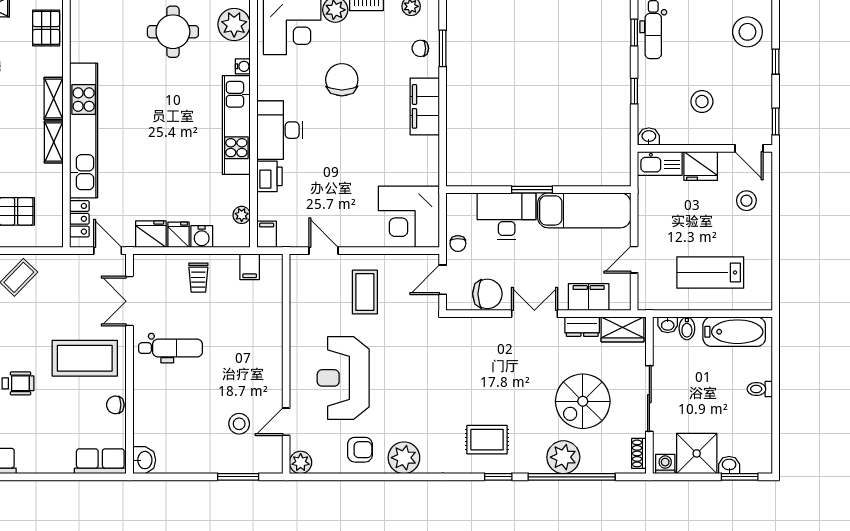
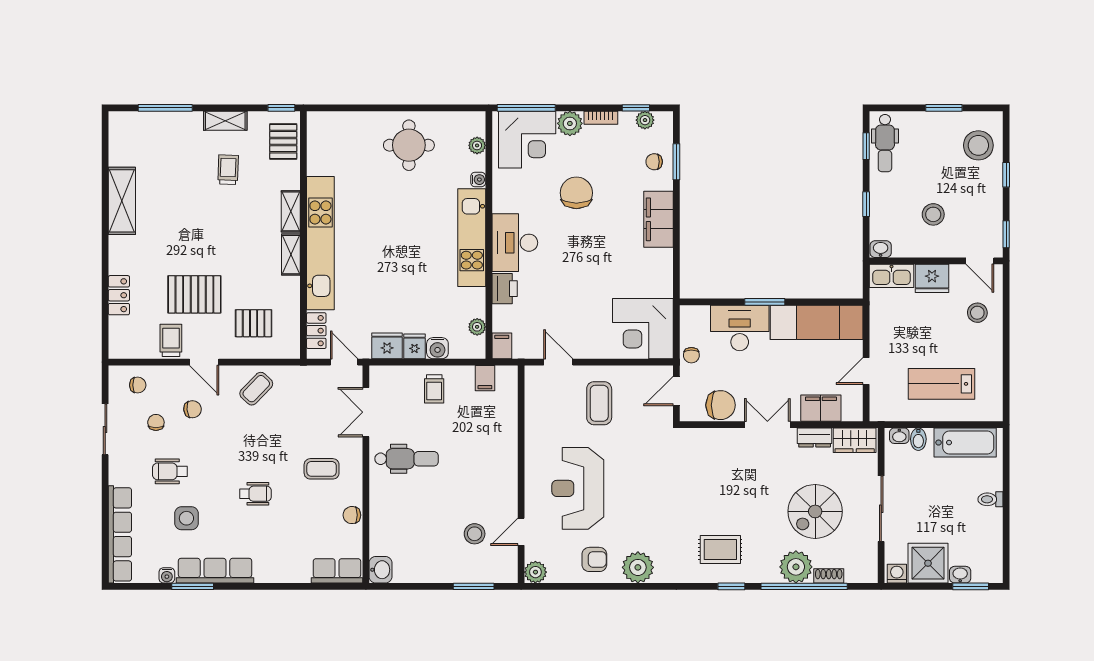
plant: (234, 24) -> (477, 145), width x0.53, depth x0.53
coffee table: (85, 358) -> (322, 469), width x0.54, depth x0.58
shoe rack: (639, 453) -> (829, 576), moved, turned 90

